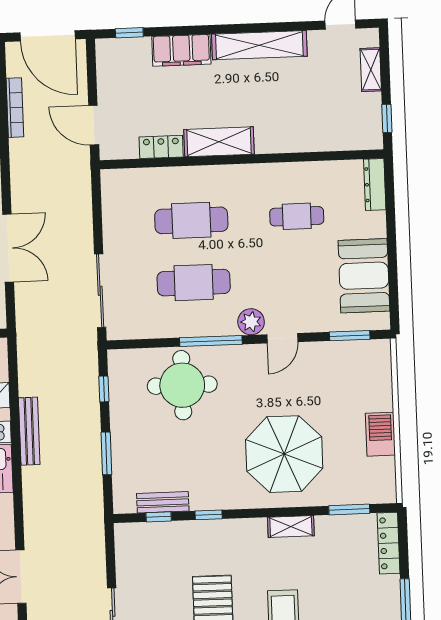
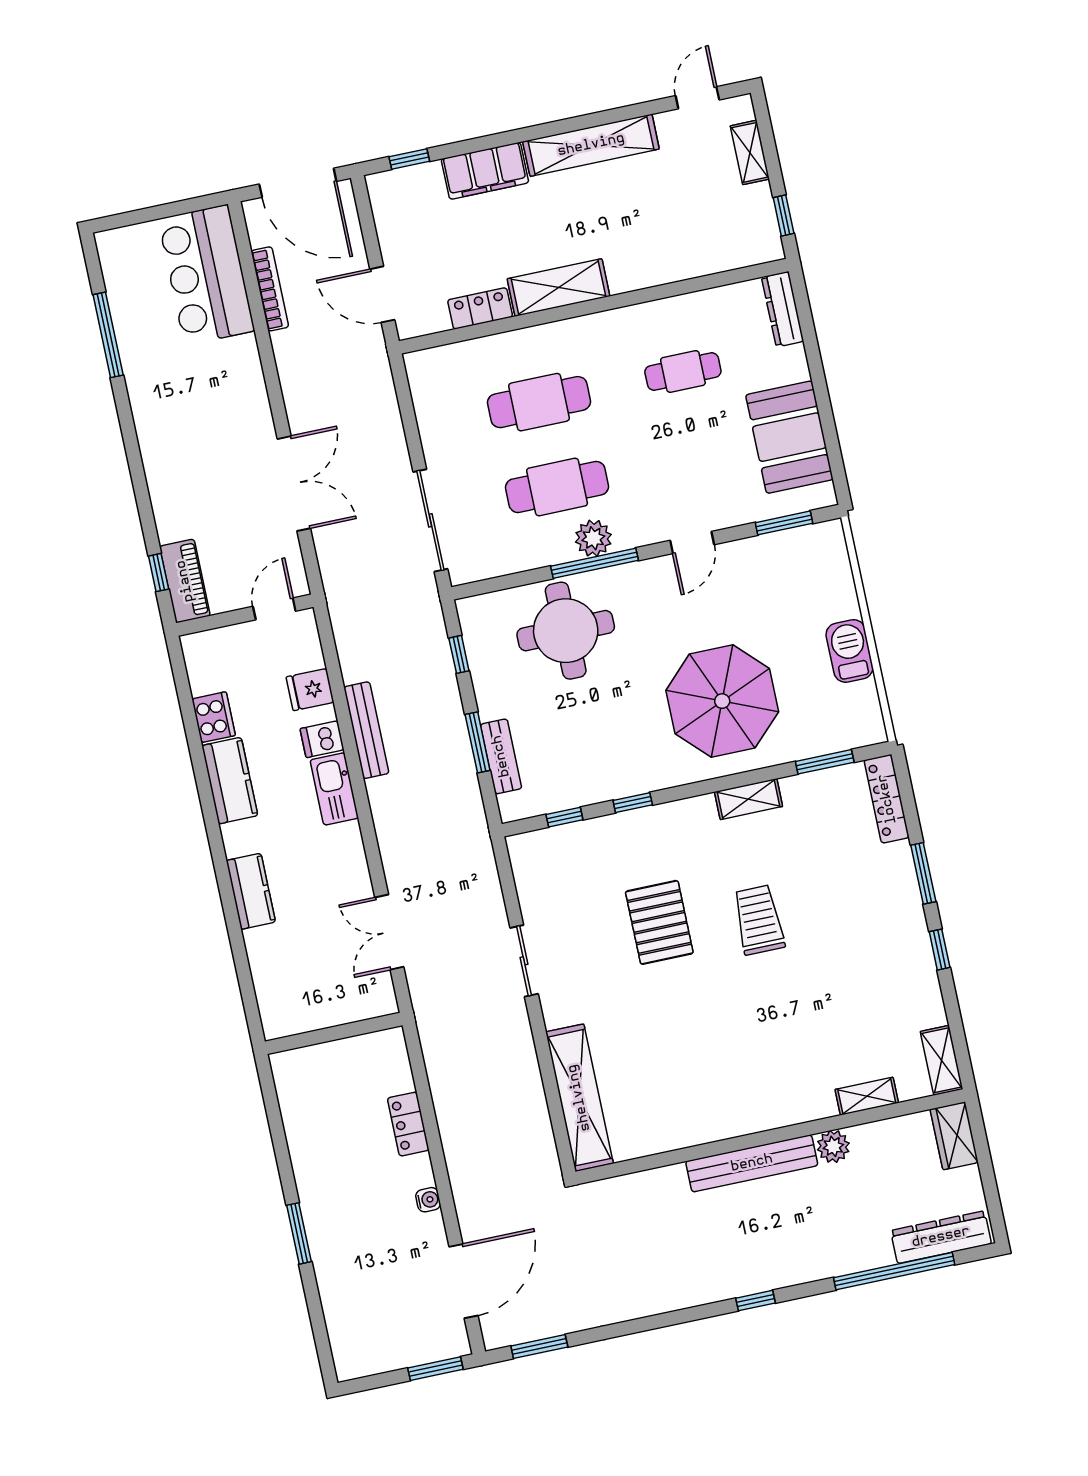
plant: (251, 322) -> (593, 538), moved
bench: (163, 502) -> (501, 756), moved, turned 90

